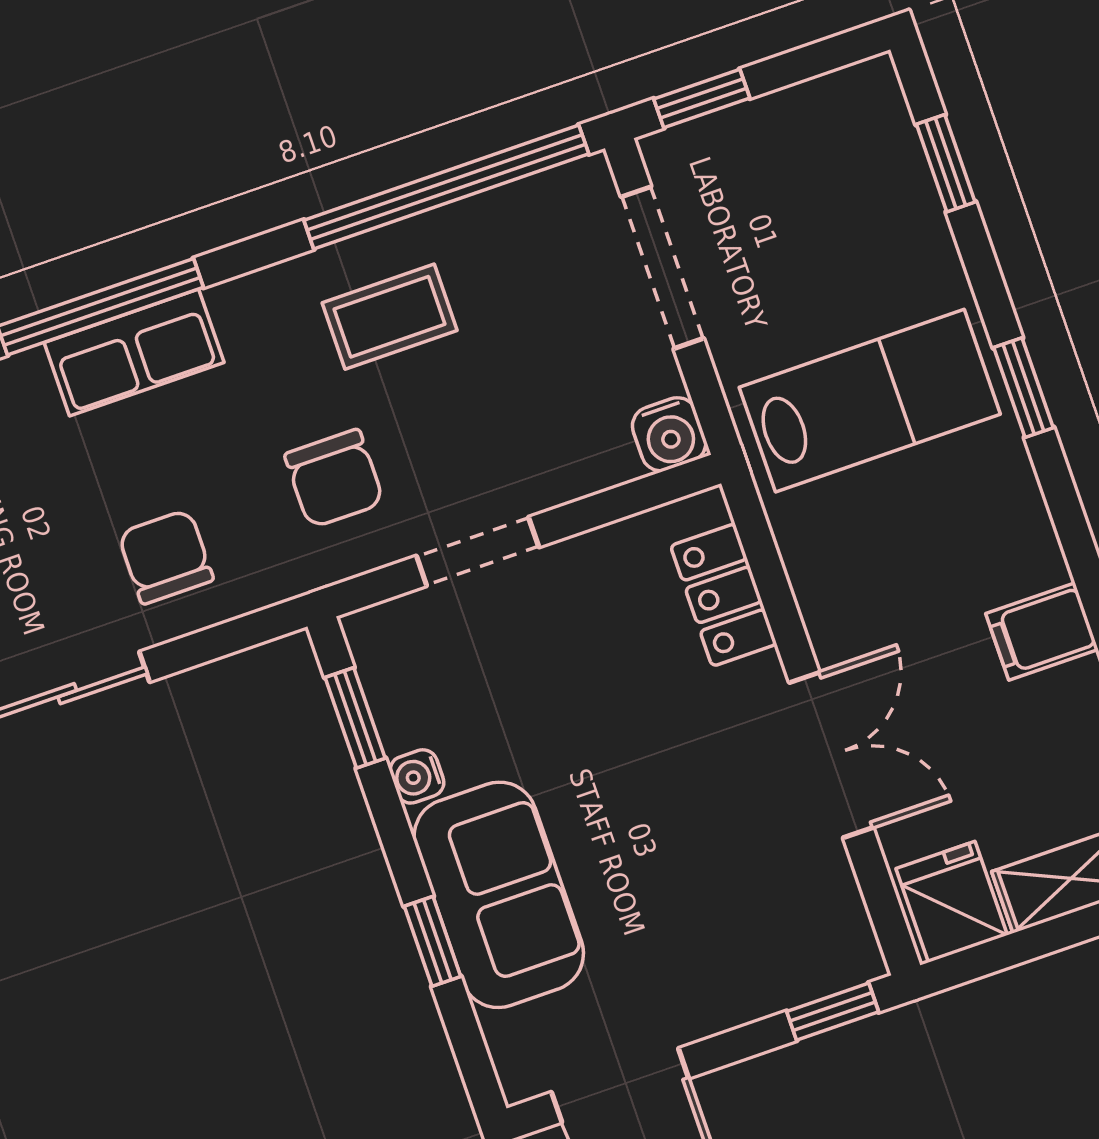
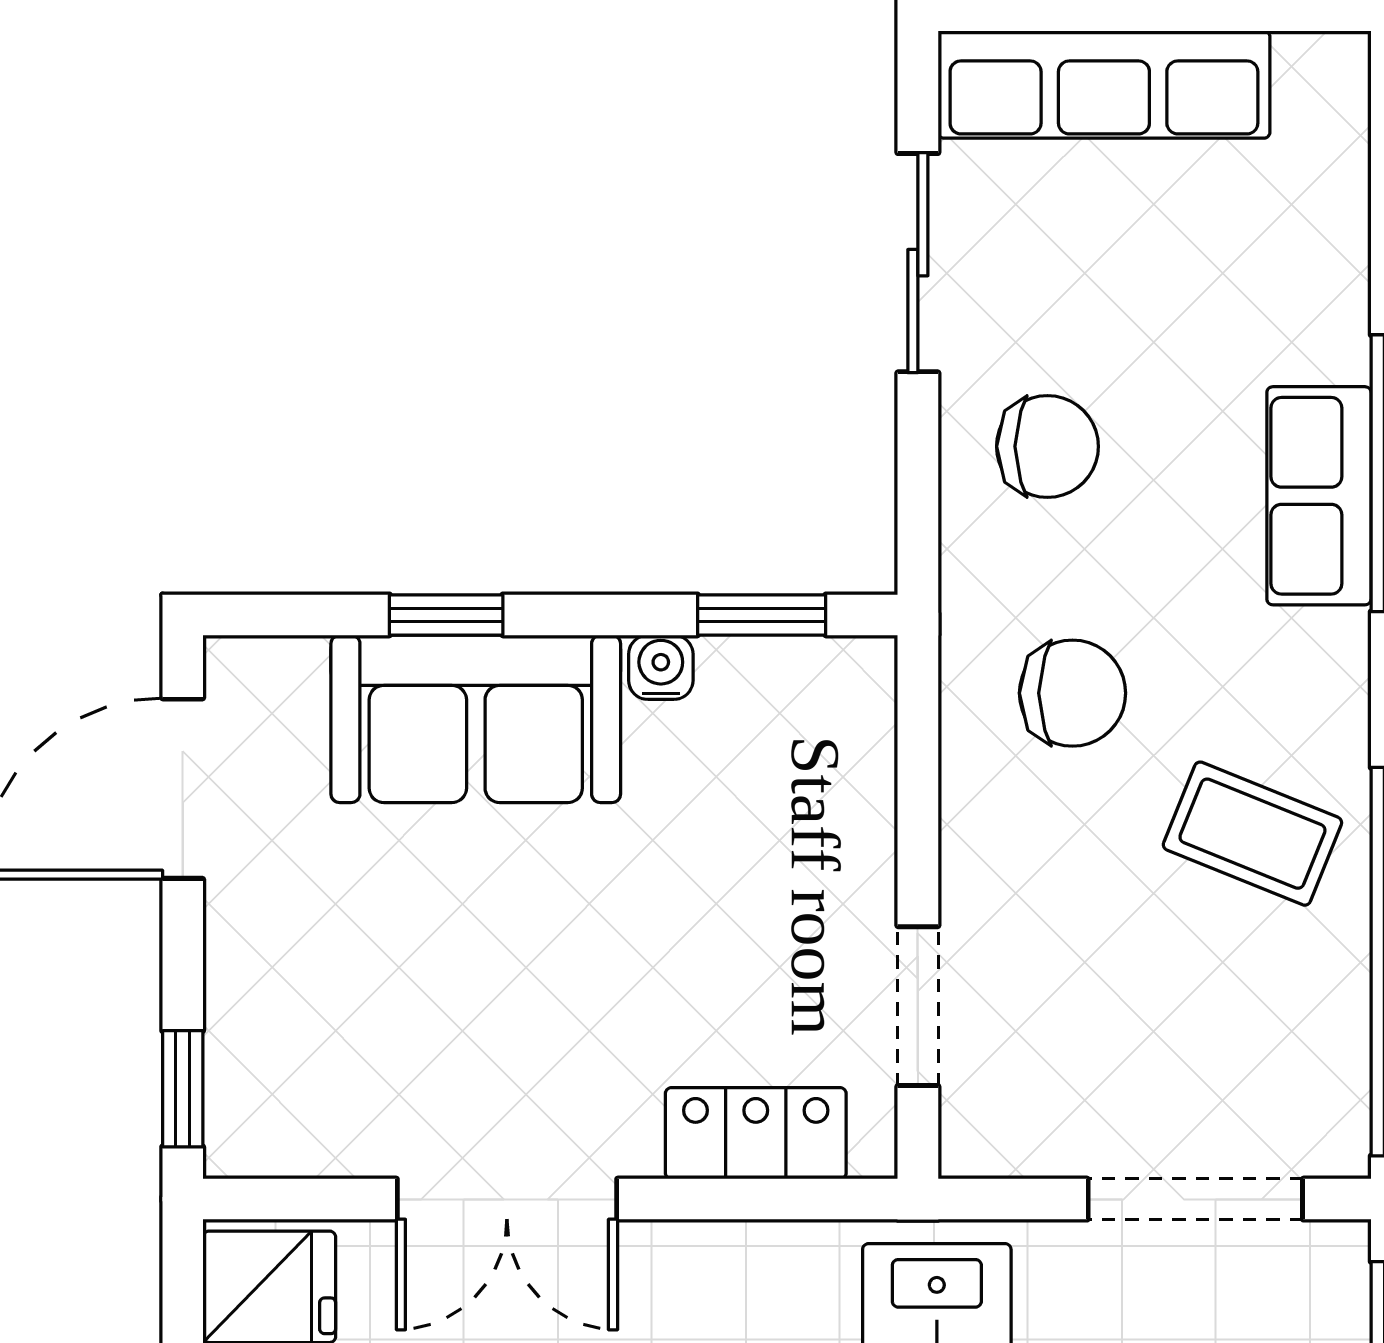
coffee table: (390, 317) -> (1252, 834), turned -68
water cooler: (669, 434) -> (982, 1135), removed
chair: (334, 479) -> (1073, 693), turned 180
doorway: (478, 552) -> (918, 1006), moved

